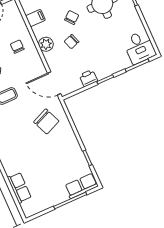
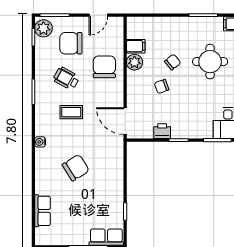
plant: (46, 44) -> (134, 62), moved
chair: (17, 47) -> (104, 67), width x1.87, depth x1.87
chair: (46, 121) -> (76, 168), moved, turned -99

